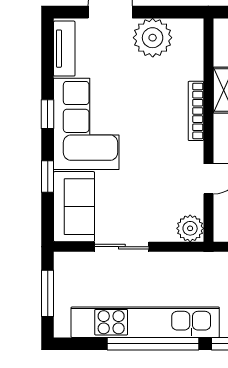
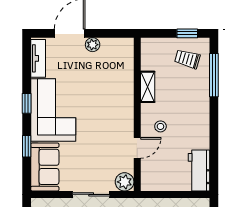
plant: (153, 38) -> (93, 45), width x0.53, depth x0.53
bookcase: (196, 111) -> (129, 101), removed
sliding door: (122, 247) -> (91, 194), moved

